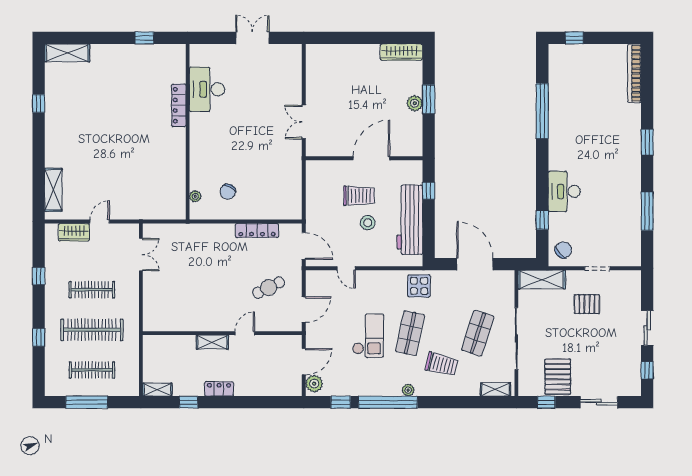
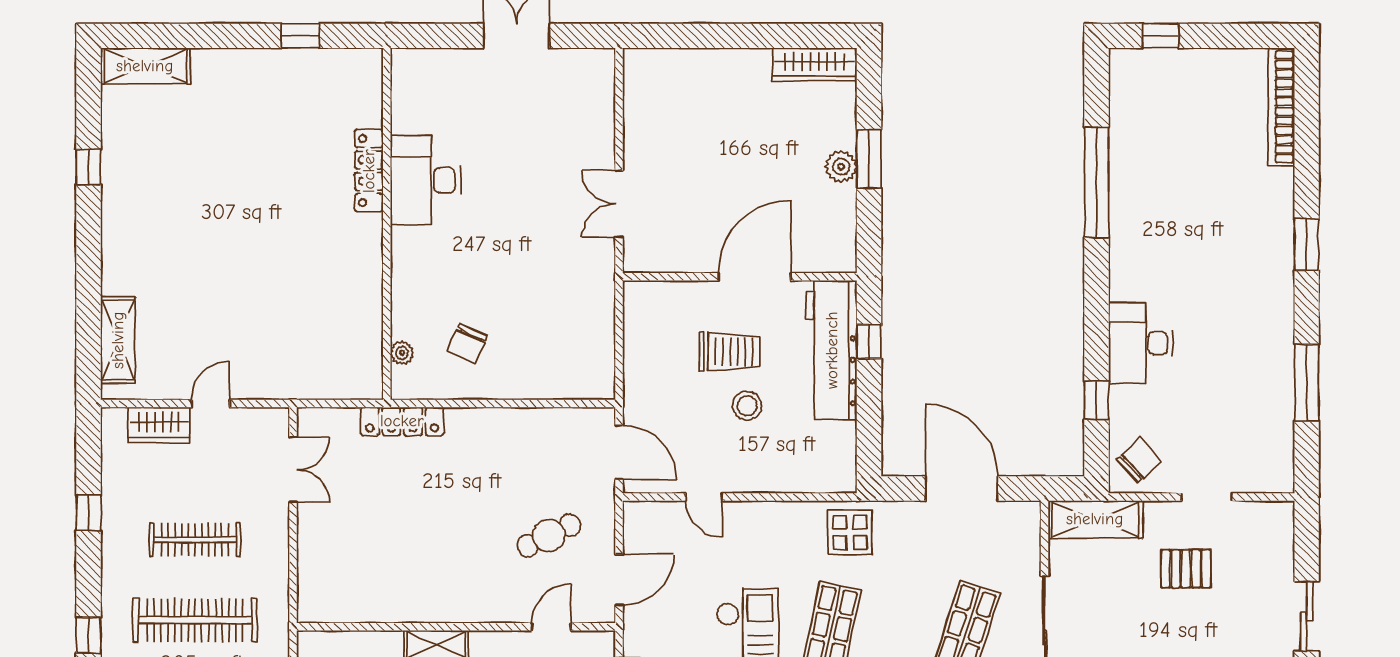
desk: (207, 89) -> (425, 180), moved
workbench: (410, 220) -> (832, 350), moved
locker: (257, 231) -> (402, 421), moved
door: (245, 333) -> (551, 627), moved

